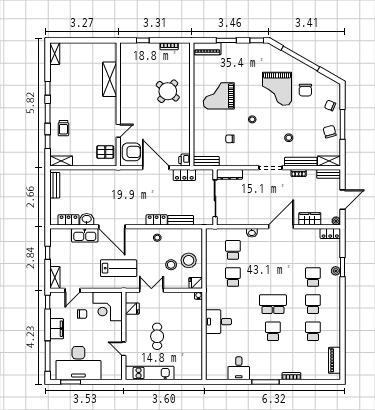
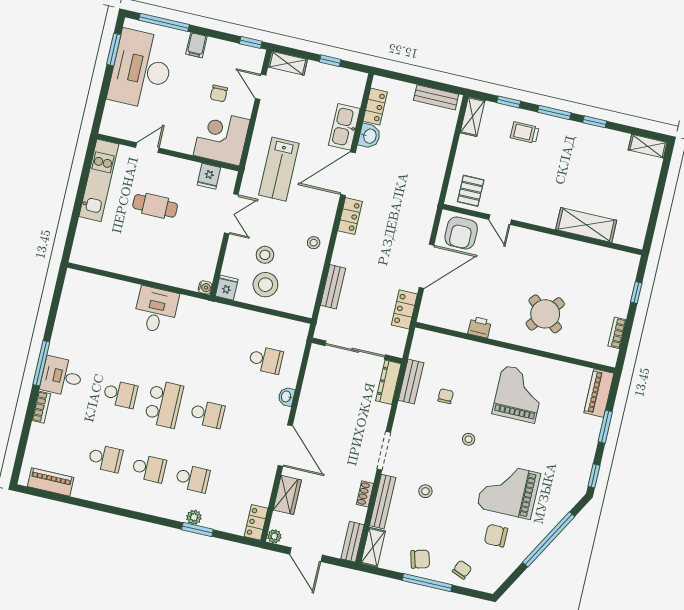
printer: (184, 160) -> (480, 327), moved
bench: (206, 161) -> (411, 381), moved
locker: (157, 220) -> (350, 216), moved
school desk: (233, 277) -> (207, 414), moved
filing cabinet: (57, 329) -> (196, 45), width x0.50
desk: (239, 368) -> (62, 376), moved

